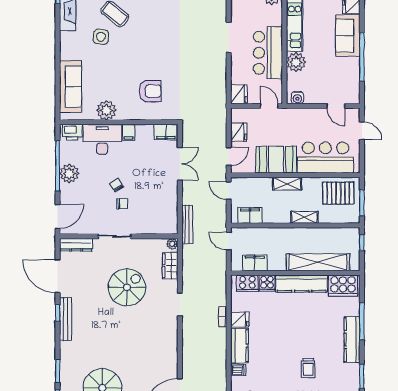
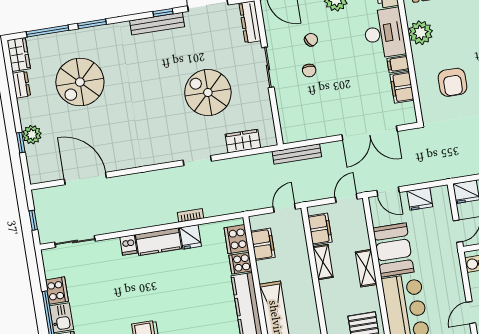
filing cabinet: (166, 132) -> (402, 87), moved
double door: (180, 164) -> (370, 133), width x1.37
chair: (116, 185) -> (311, 40), moved
shelving: (304, 217) -> (323, 262), moved
plant: (172, 244) -> (270, 139), removed
spiral stairs: (127, 287) -> (208, 93), turned 180

